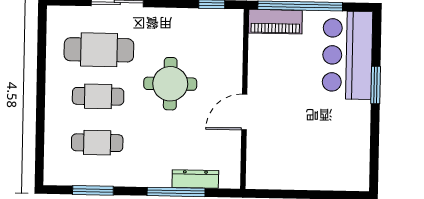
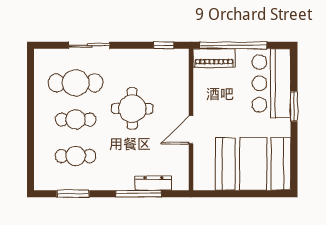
booth: (322, 157) -> (253, 164), added

